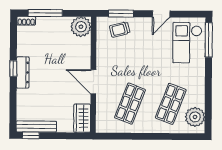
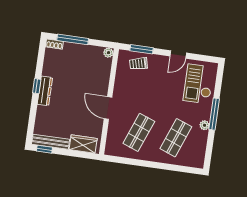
plant: (81, 27) -> (108, 53), width x0.53, depth x0.53
window: (209, 40) -> (214, 114), moved
plant: (195, 117) -> (205, 125), moved, width x0.53, depth x0.53
wardrobe: (82, 118) -> (83, 144), moved, turned 90

